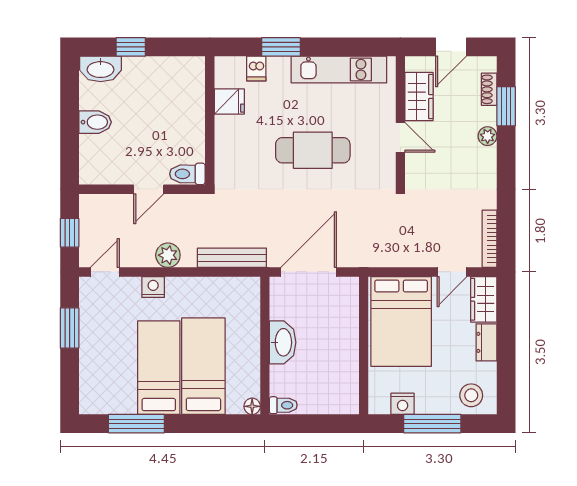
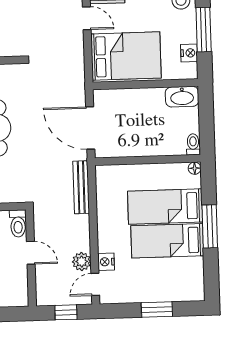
plant: (168, 255) -> (82, 262), moved
door: (105, 272) -> (95, 284), hinge flipped
nightstand: (153, 287) -> (106, 262), moved
window: (70, 328) -> (157, 309), moved
washbasin: (283, 342) -> (182, 97), moved, turned 180
window: (136, 424) -> (210, 226), moved

